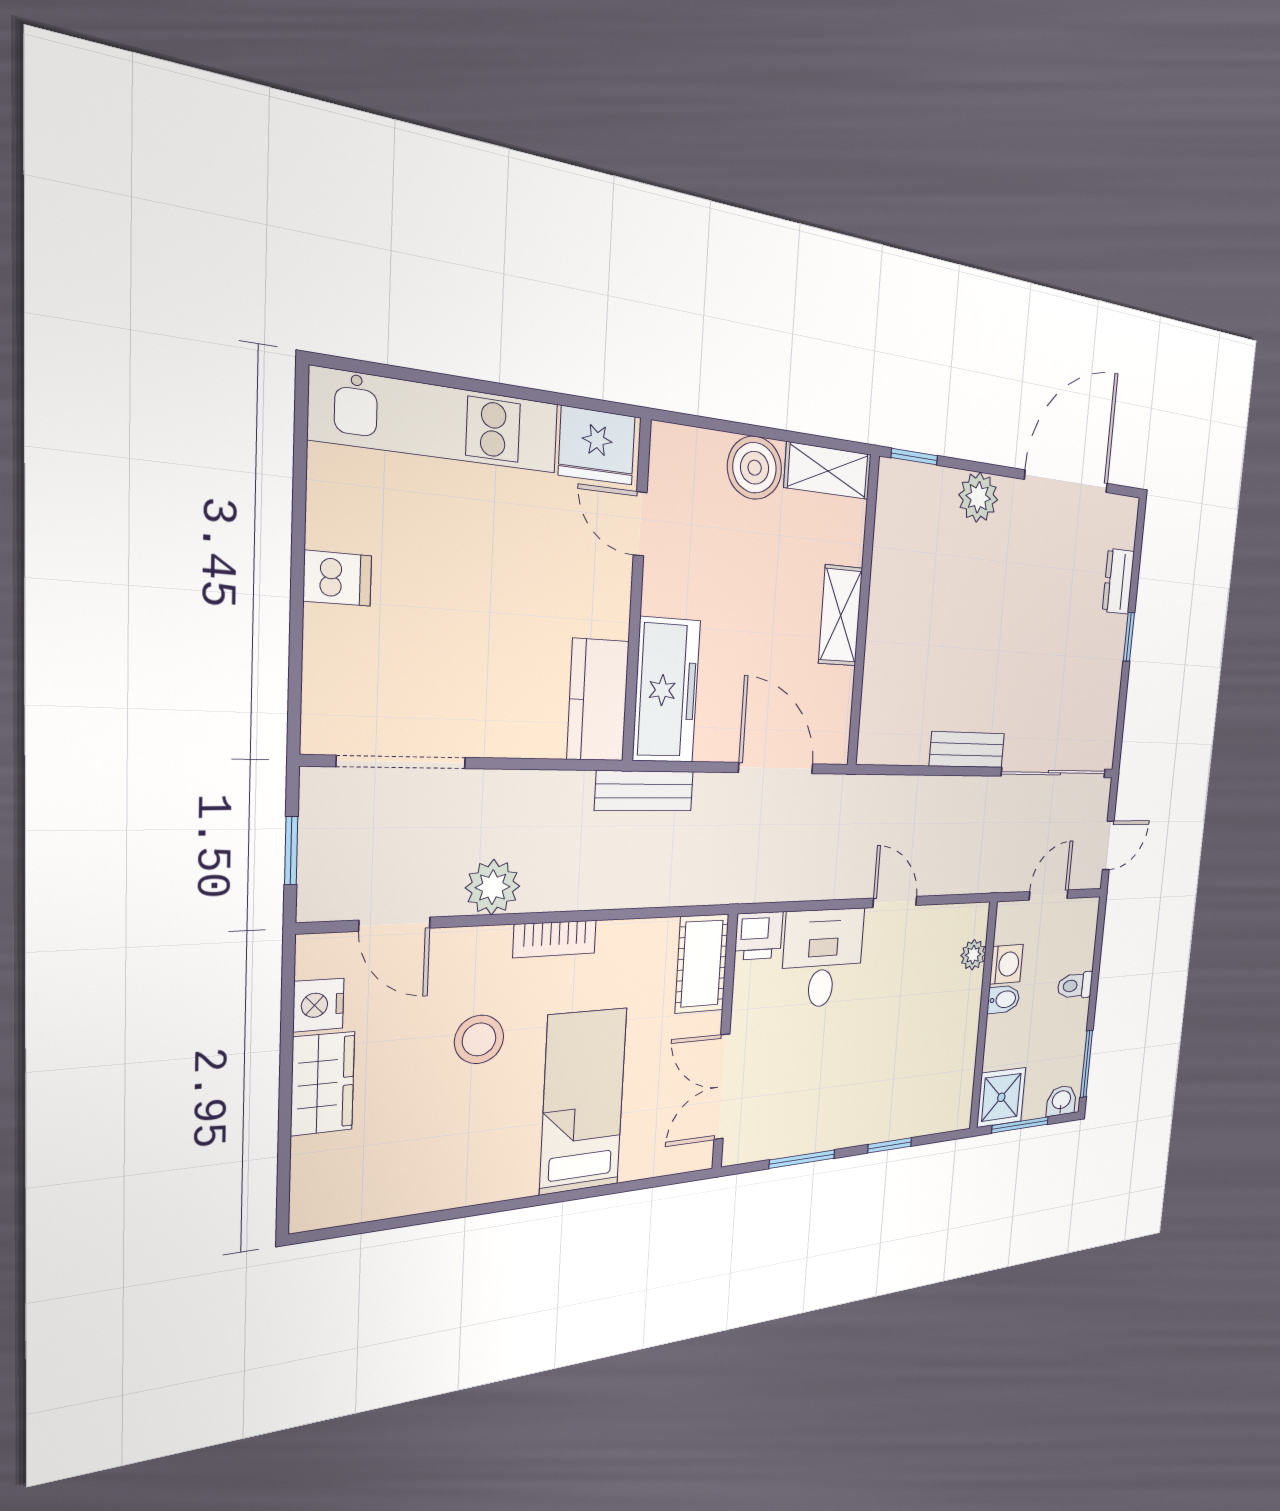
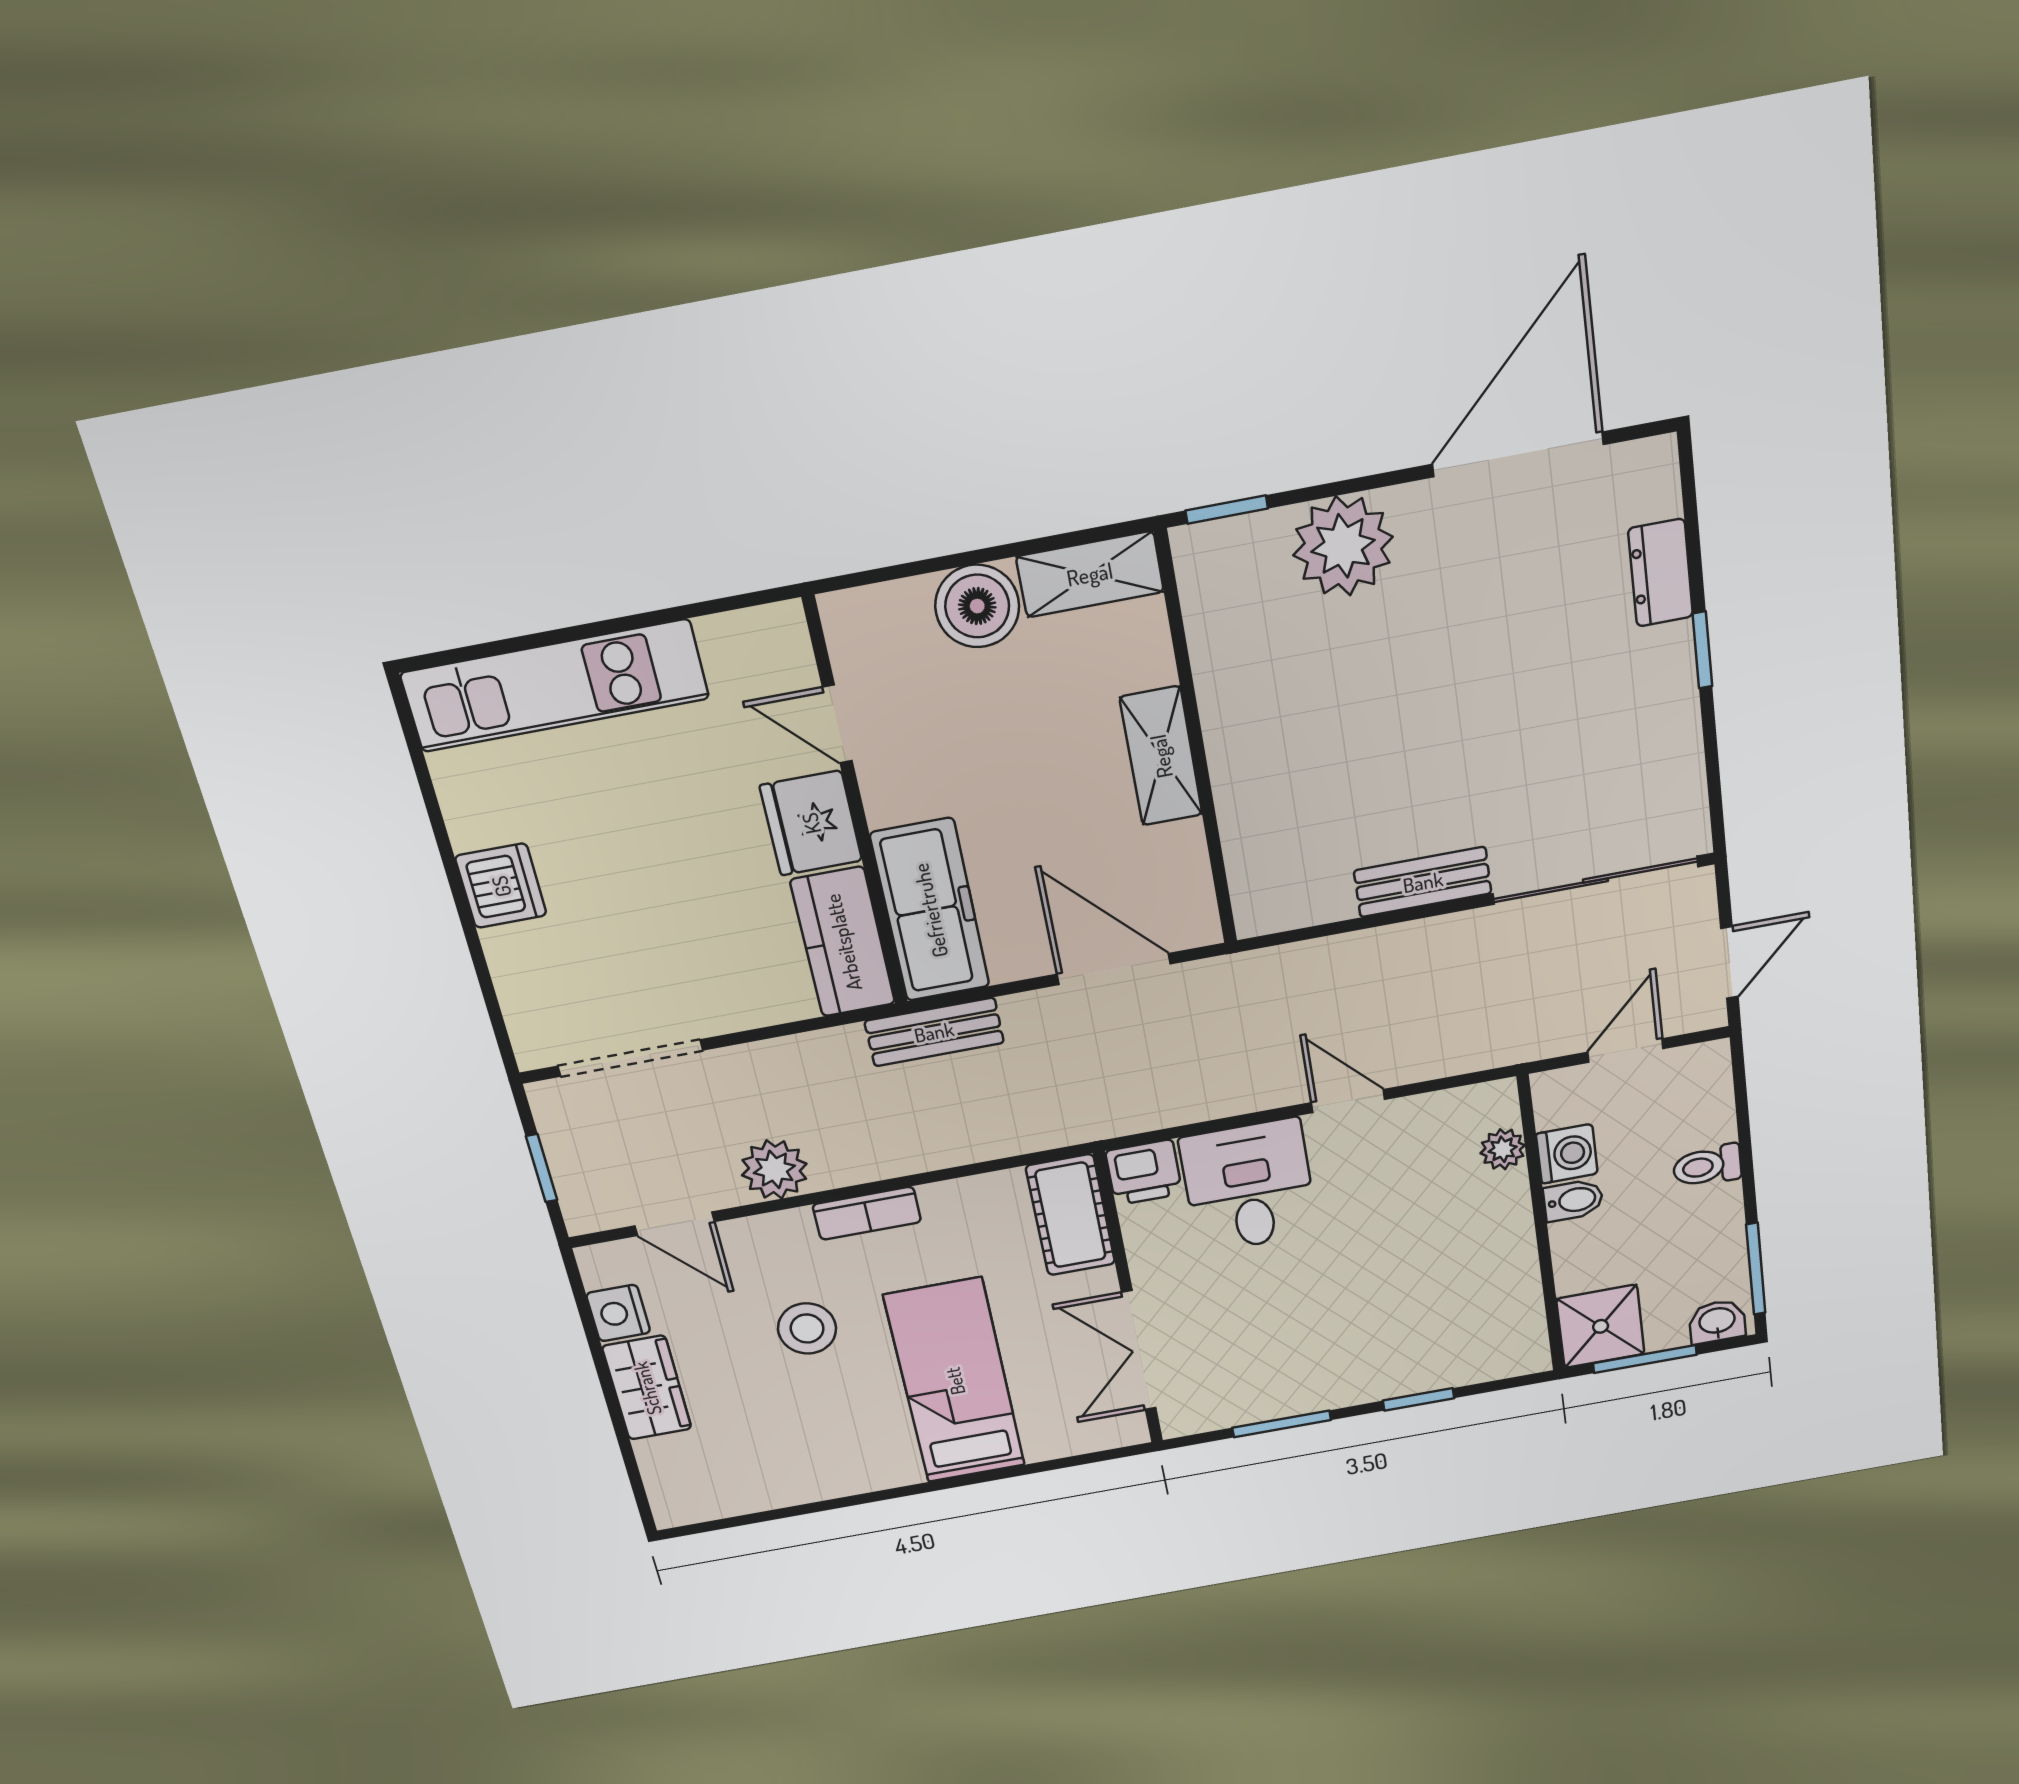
fridge: (597, 446) -> (811, 823), moved, turned 90
plant: (978, 497) -> (1343, 546), width x1.36, depth x1.36
dishwasher: (337, 578) -> (501, 886), width x1.38

